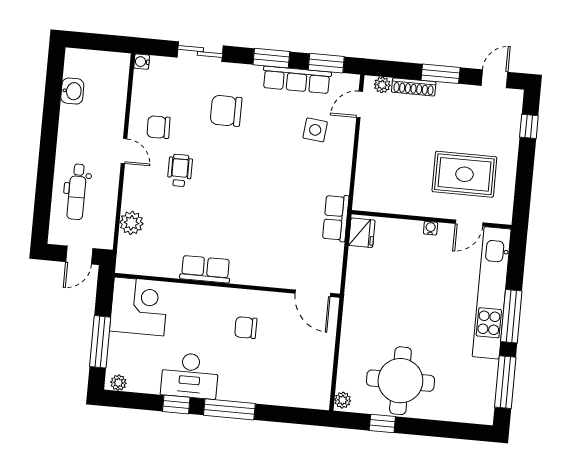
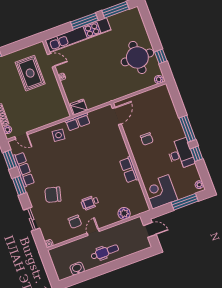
chair: (226, 111) -> (53, 195), turned 104
side table: (315, 130) -> (59, 135), moved
dental chair: (77, 192) -> (105, 252), moved

